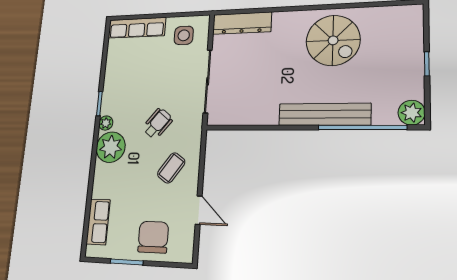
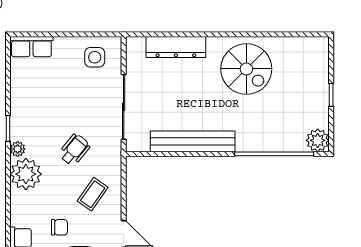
dresser: (242, 23) -> (176, 47), moved
row of seats: (137, 28) -> (31, 47), width x0.68
bench: (324, 114) -> (193, 141), moved
chair: (137, 201) -> (59, 227), added

